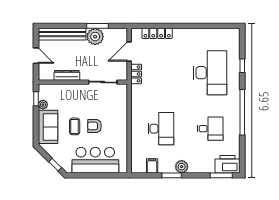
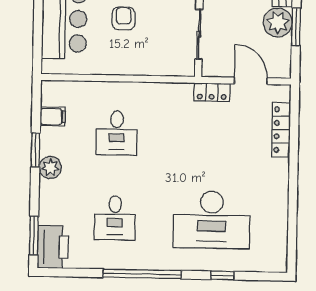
desk: (161, 129) -> (117, 133), width x0.73

